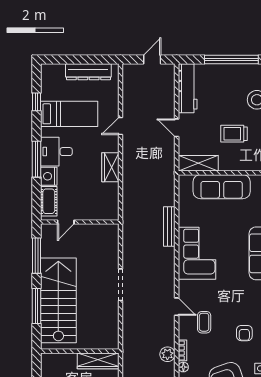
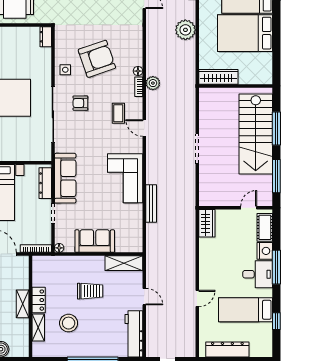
wardrobe: (110, 167) -> (207, 223), moved
sofa: (222, 187) -> (95, 241), width x0.73
armchair: (244, 333) -> (80, 103), turned -90

